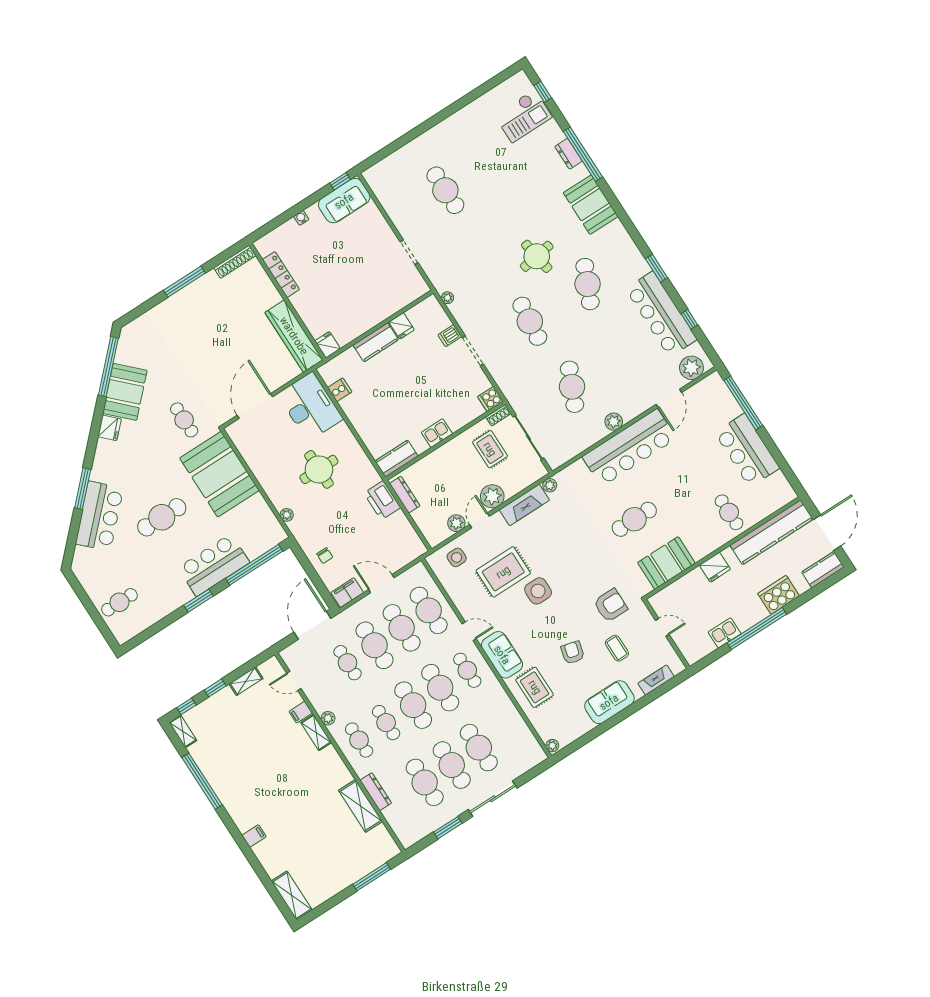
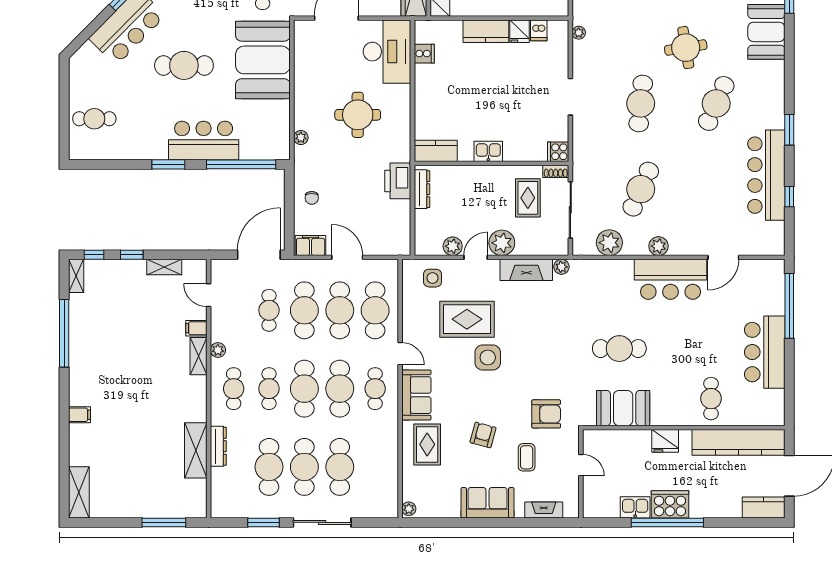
dishwasher: (450, 336) -> (539, 30), moved, turned -90
plant: (691, 368) -> (609, 243), moved
bar counter: (629, 448) -> (671, 279), width x0.73
cooker: (779, 595) -> (670, 504), moved

